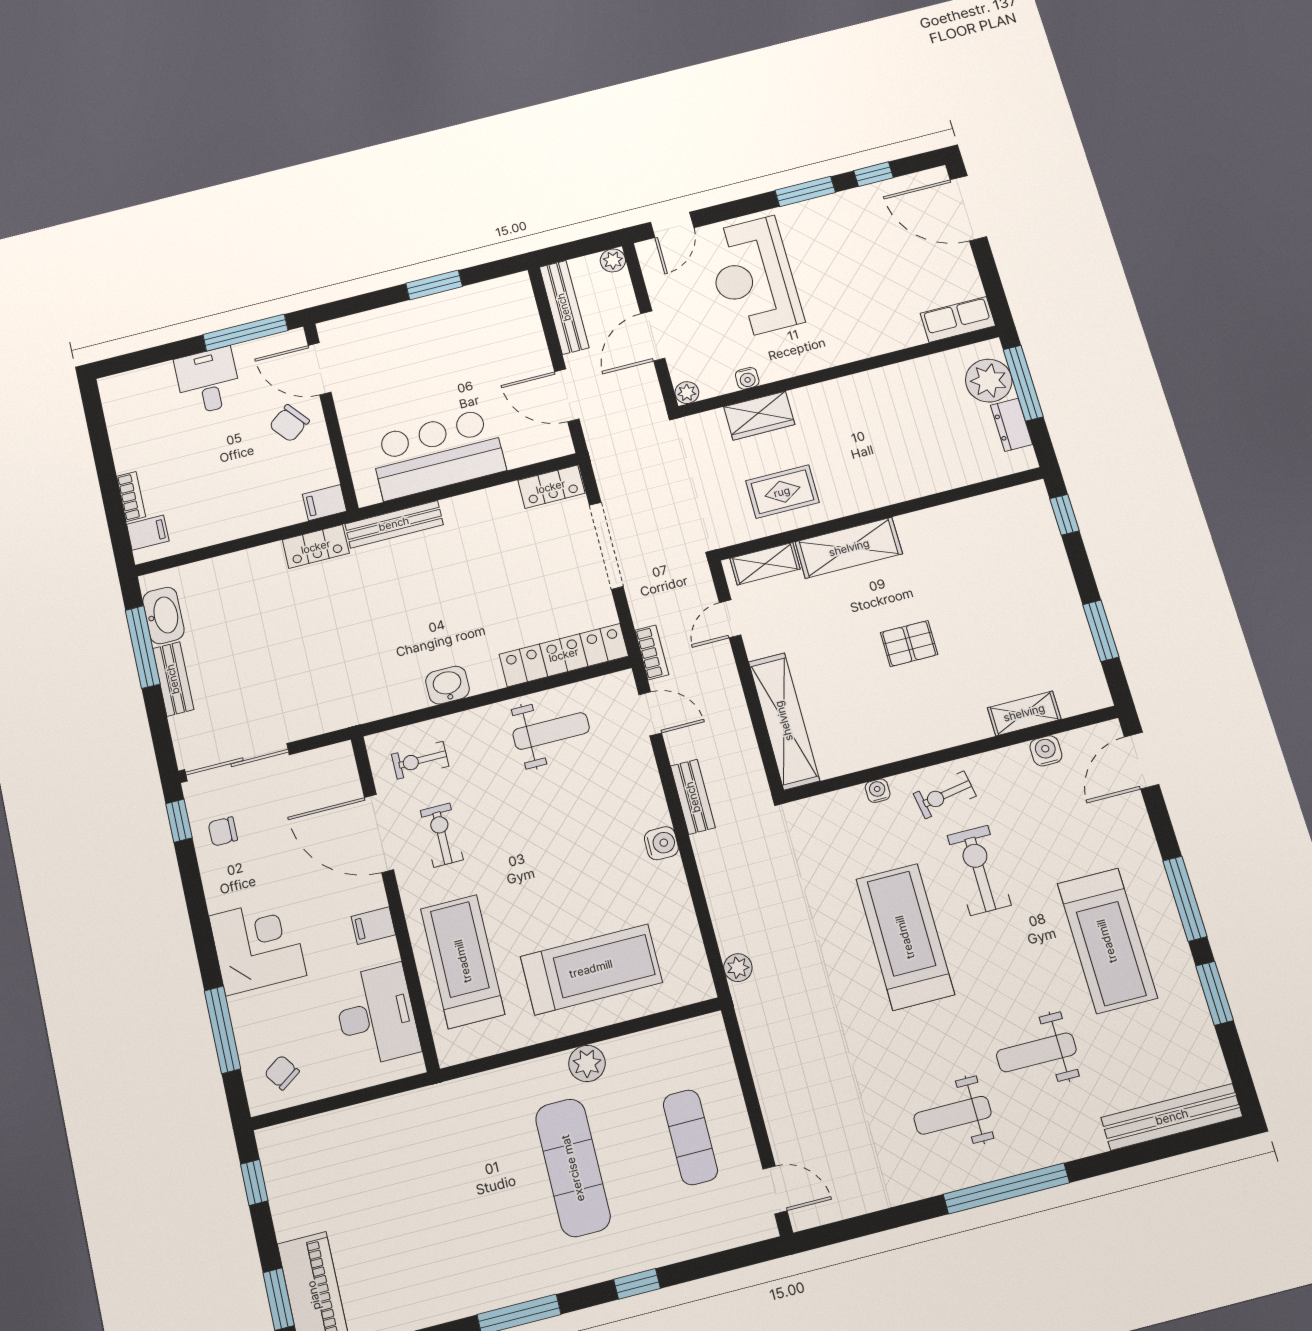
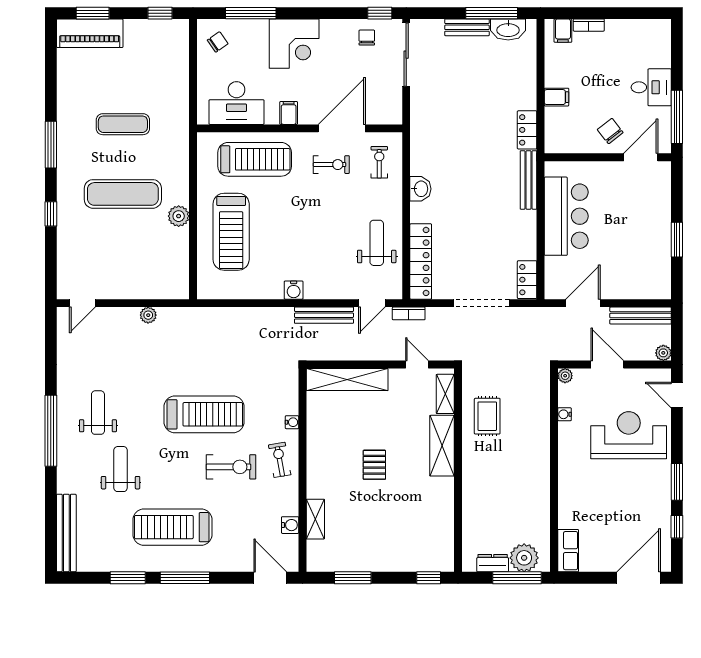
wardrobe: (759, 416) -> (539, 415), removed
filing cabinet: (325, 503) -> (556, 97), moved, turned 90
weight bench: (551, 731) -> (377, 243), turned 180
bench: (693, 797) -> (324, 315), width x1.36
plant: (738, 968) -> (148, 315), moved
exercise mat: (690, 1137) -> (123, 124), moved

